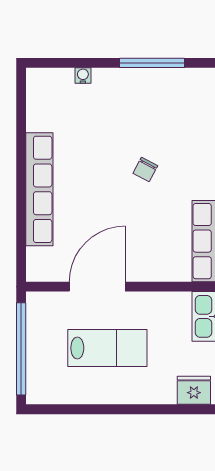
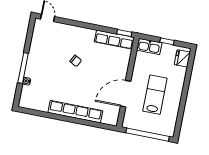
window: (152, 63) -> (23, 68), moved
door: (97, 287) -> (126, 94), hinge flipped

